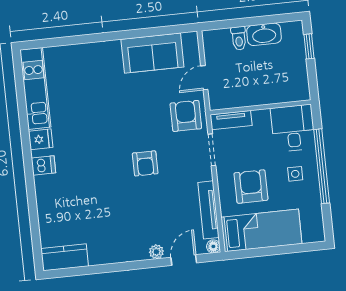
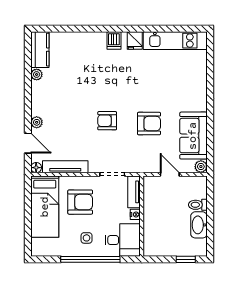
plant: (190, 40) -> (201, 167), added
armchair: (186, 116) -> (149, 124), moved
nightstand: (259, 116) -> (135, 214), added
plant: (96, 258) -> (37, 74), added

